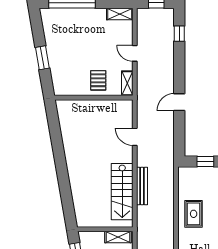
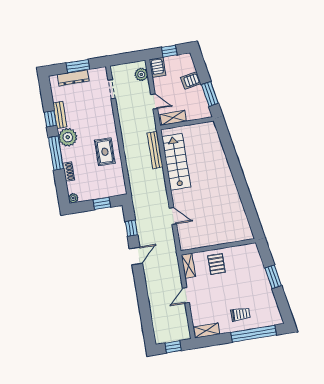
trolley: (82, 25) -> (240, 314), added
window: (179, 34) -> (131, 228), moved
door: (135, 53) -> (186, 295), swing flipped
bench: (142, 186) -> (155, 150), moved

